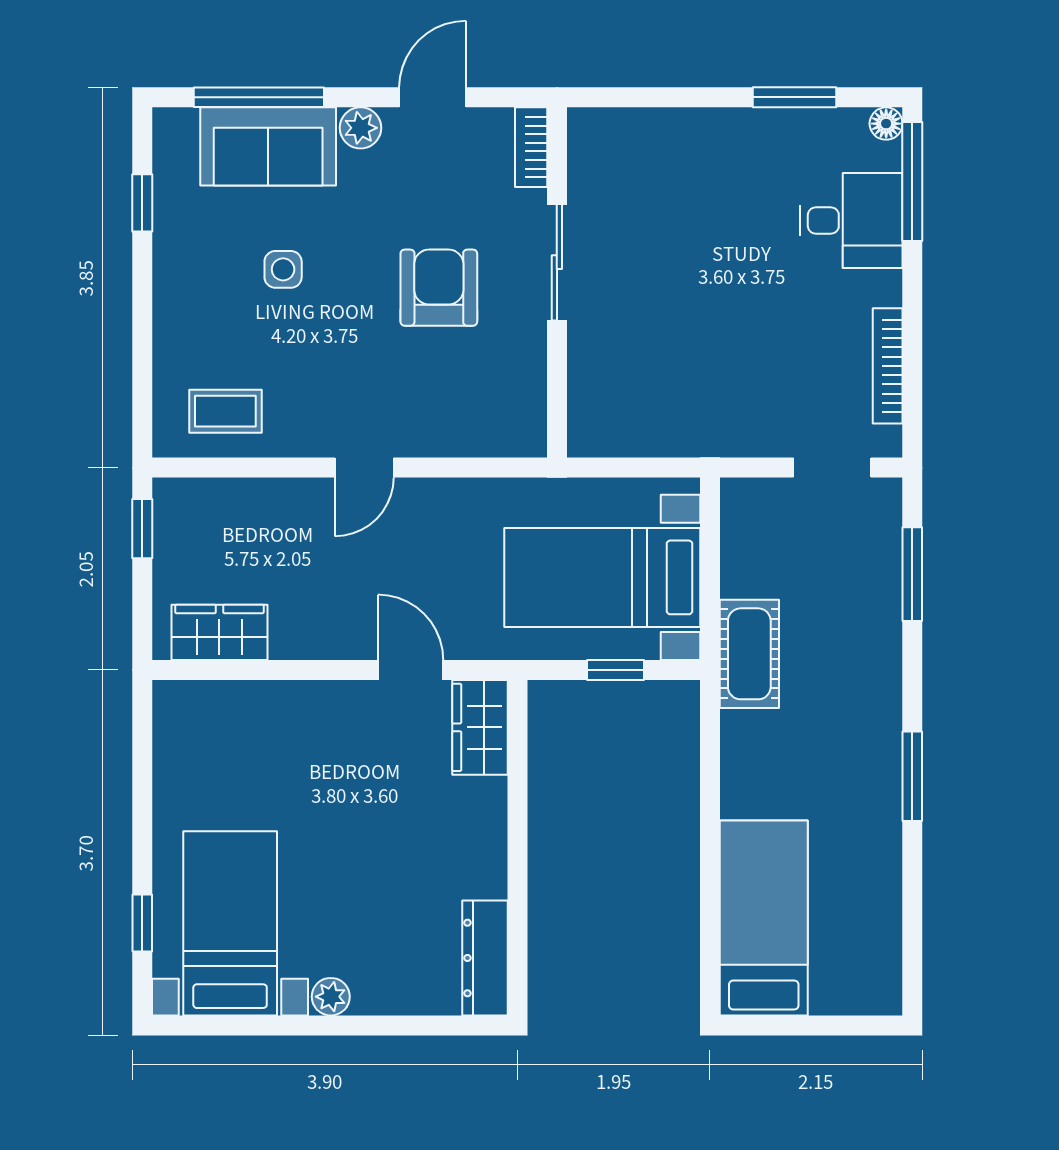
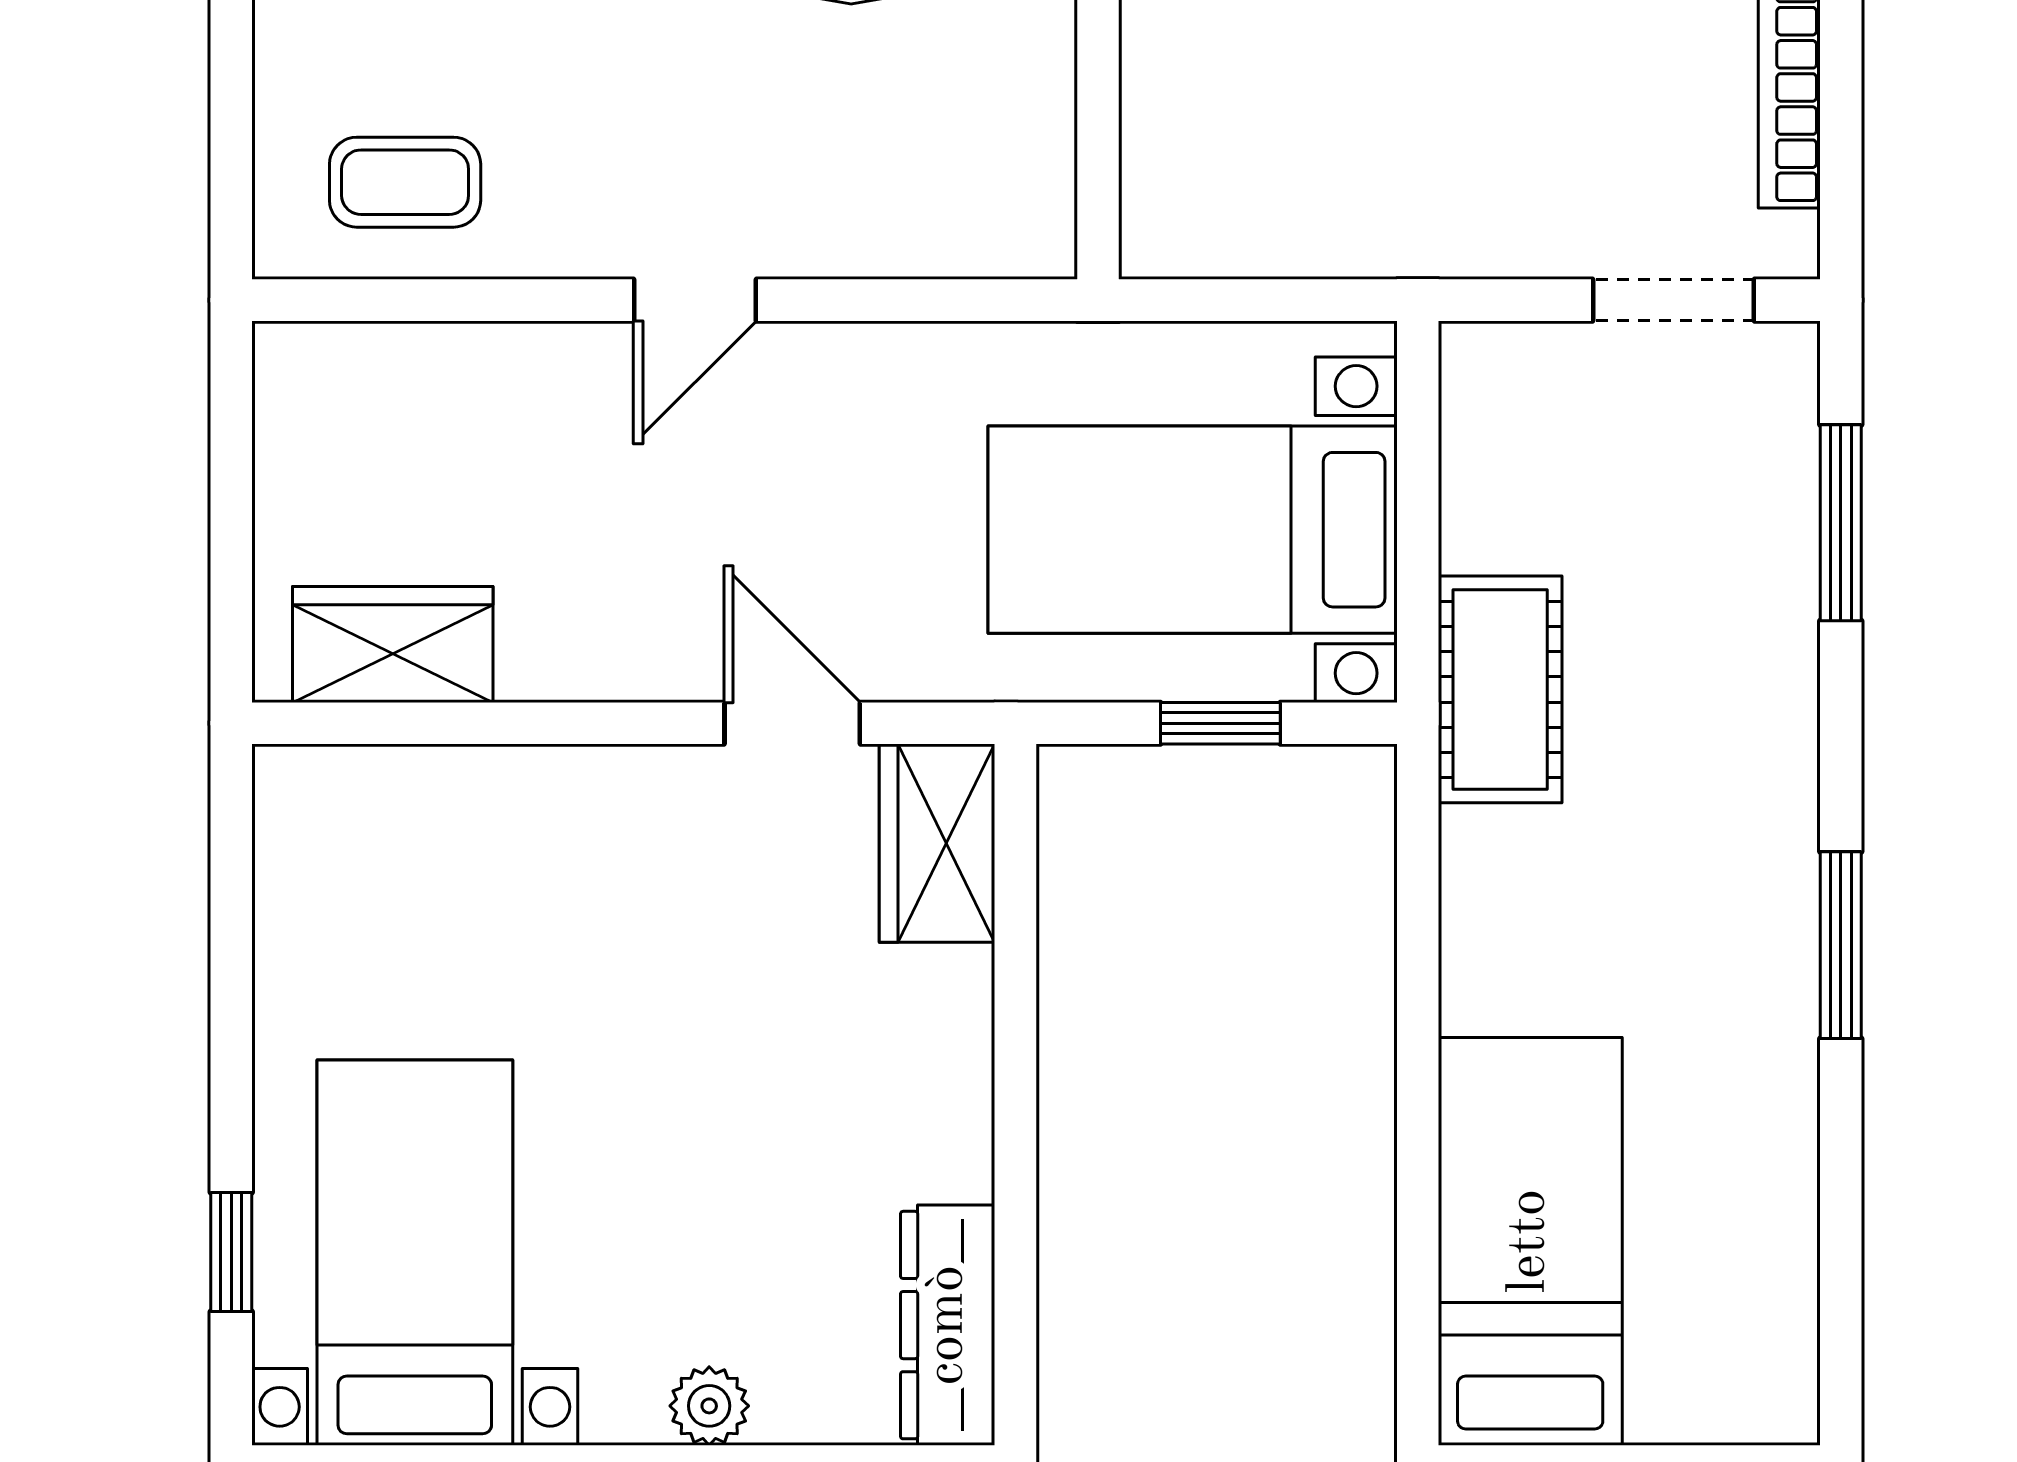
window: (142, 529) -> (231, 428), removed
plant: (331, 997) -> (709, 1406), moved

